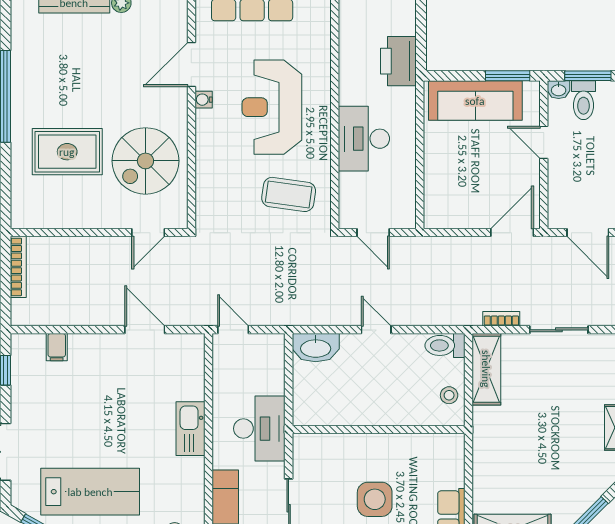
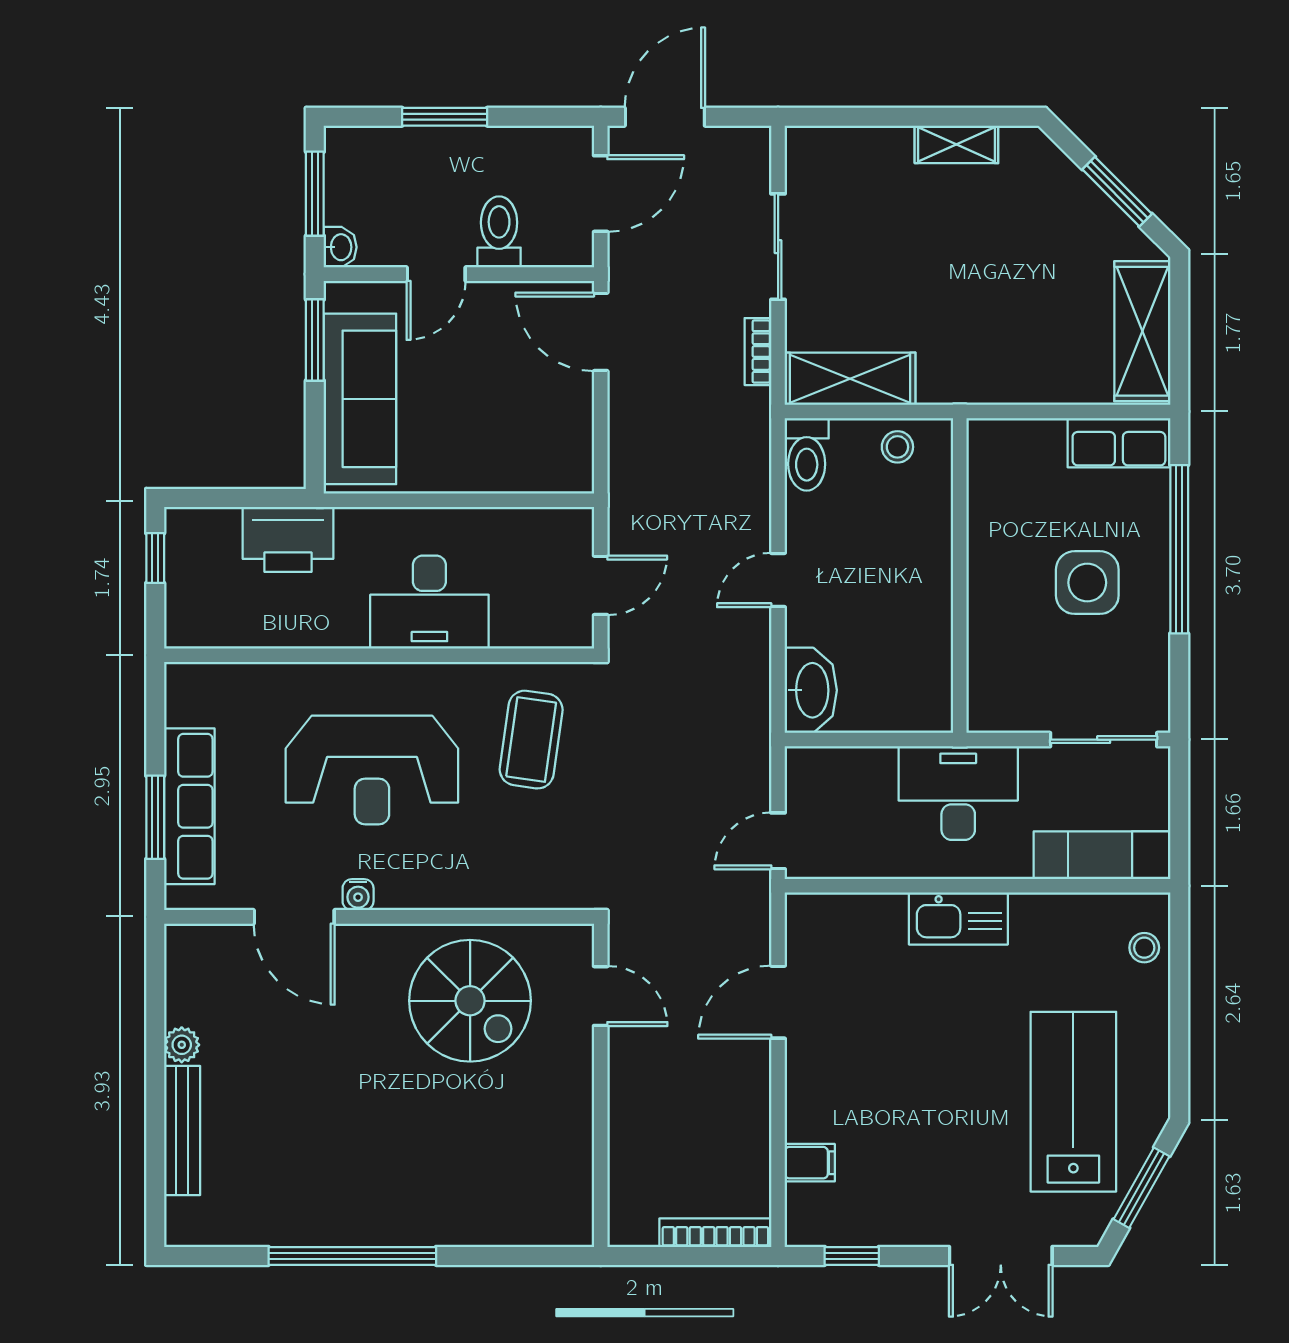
toilet: (583, 100) -> (499, 232), moved, turned -90
rug: (67, 152) -> (453, 1144), removed
bookcase: (18, 267) -> (715, 1233), moved

